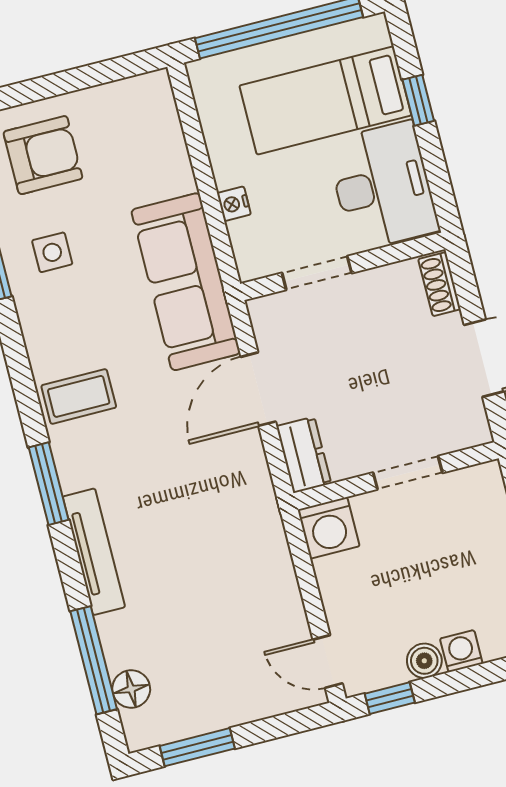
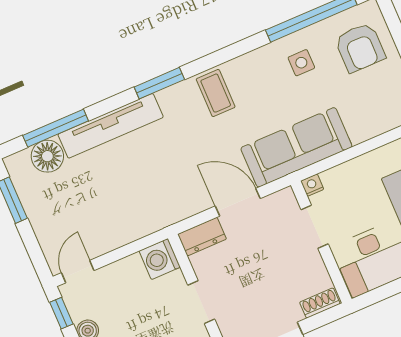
nightstand: (234, 204) -> (312, 185), moved
tv unit: (94, 552) -> (111, 126), width x1.36, depth x1.29
floor lamp: (131, 689) -> (47, 156), width x1.38, depth x1.38

